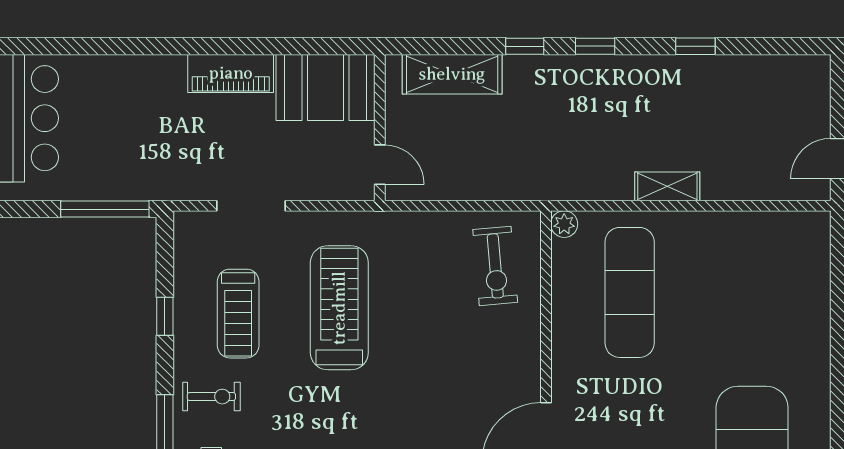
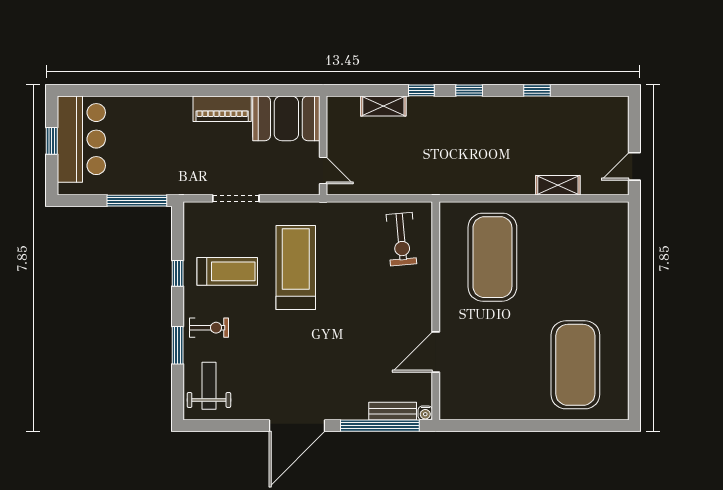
shelving: (452, 74) -> (383, 106), width x0.67, depth x0.75
shelving: (667, 186) -> (558, 185), moved
plant: (564, 224) -> (448, 211), removed
exercise mat: (630, 292) -> (492, 257), width x1.47
treadmill: (238, 314) -> (227, 271), turned -90

